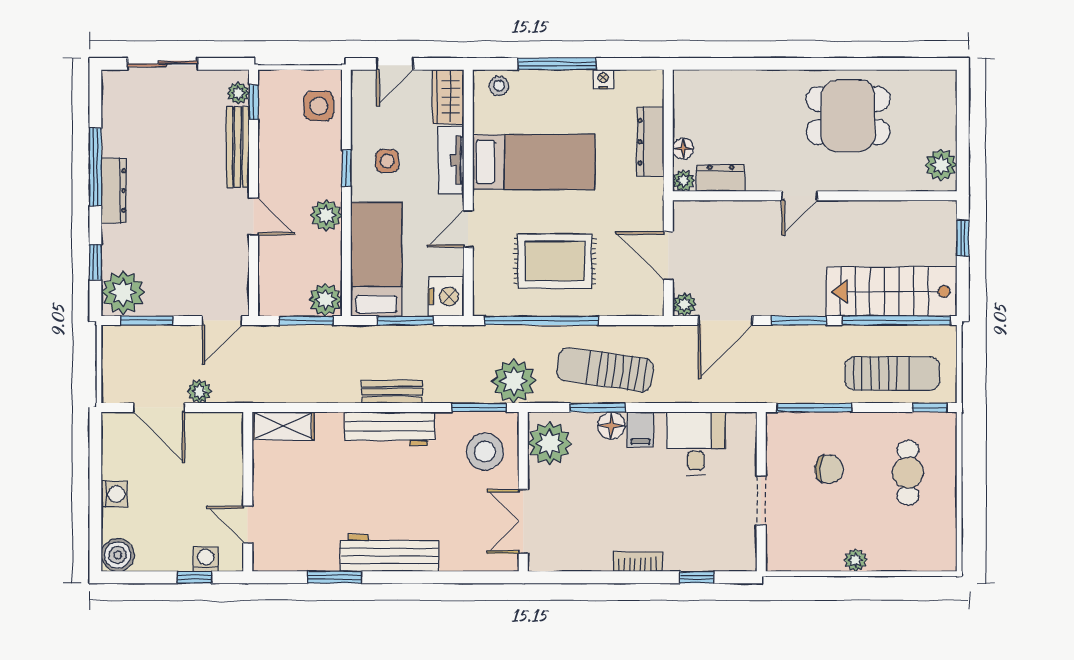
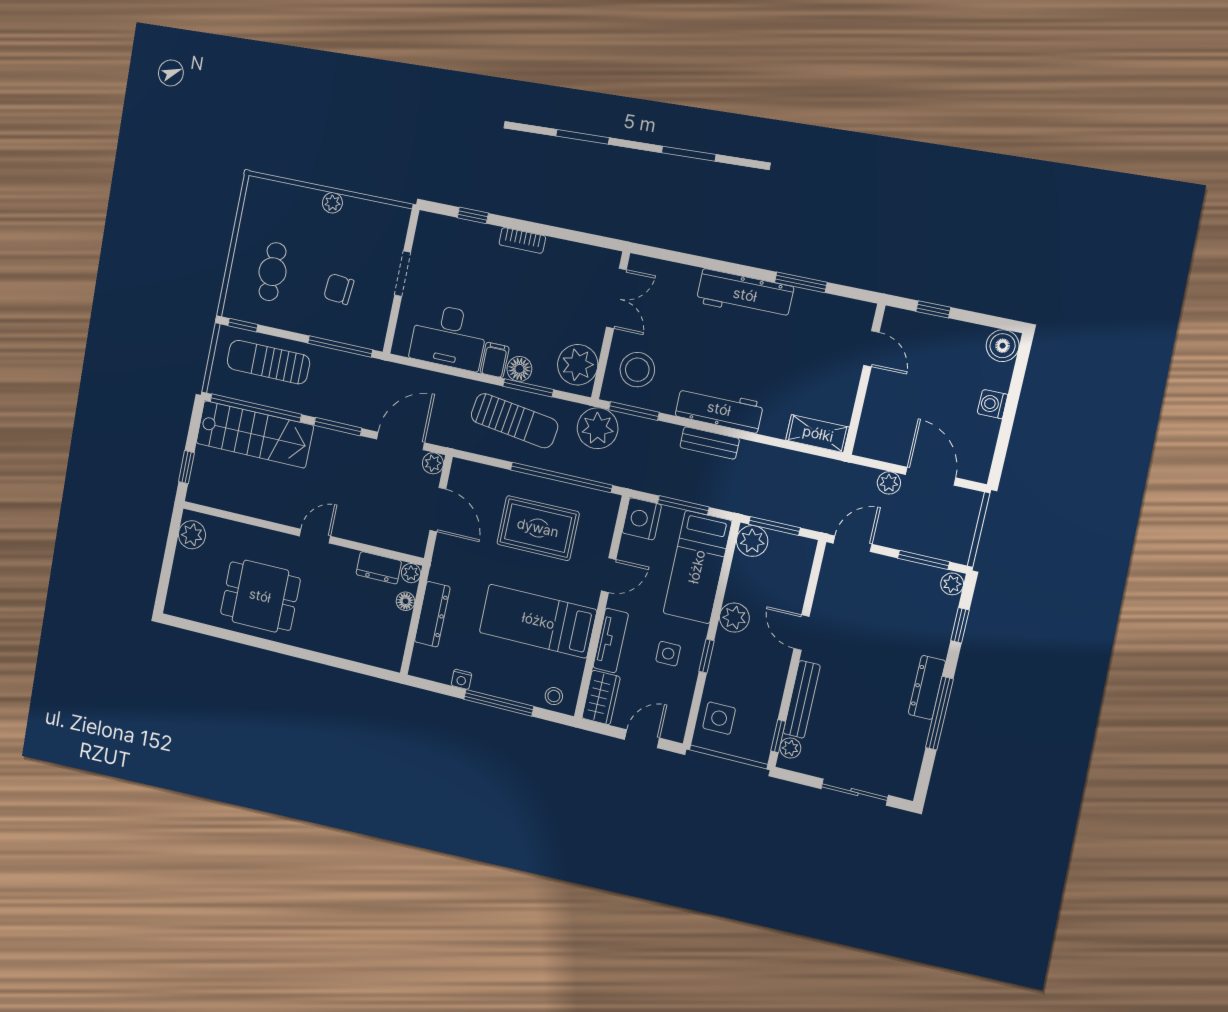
plant: (123, 293) -> (952, 584), width x0.53, depth x0.53
desk: (696, 443) -> (449, 337), width x1.37
washing machine: (206, 559) -> (919, 324), removed

